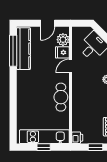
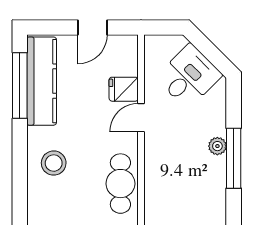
plant: (63, 40) -> (125, 62), removed
stool: (29, 87) -> (54, 163), added

